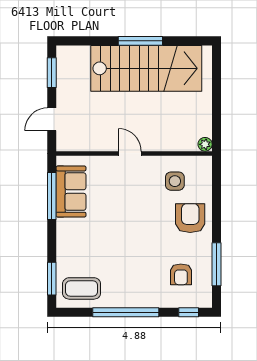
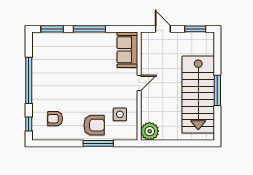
plant: (205, 144) -> (150, 131), width x1.87, depth x1.87
sofa: (71, 192) -> (127, 50), moved, turned 90
window: (52, 196) -> (89, 29), moved
window: (216, 264) -> (98, 143), moved
coffee table: (82, 288) -> (45, 50), removed

